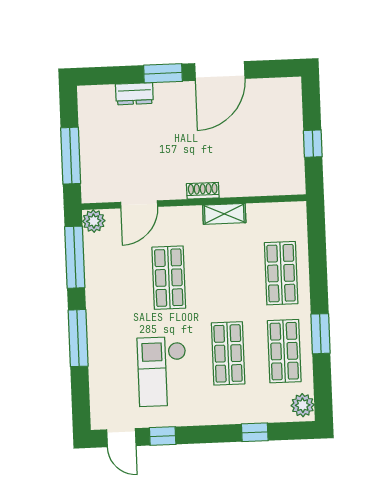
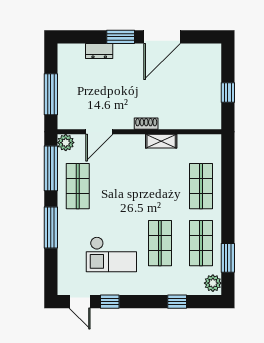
shop shelf: (169, 278) -> (78, 186), moved
window: (320, 334) -> (228, 258), moved
checkout: (162, 371) -> (111, 254), turned -90

